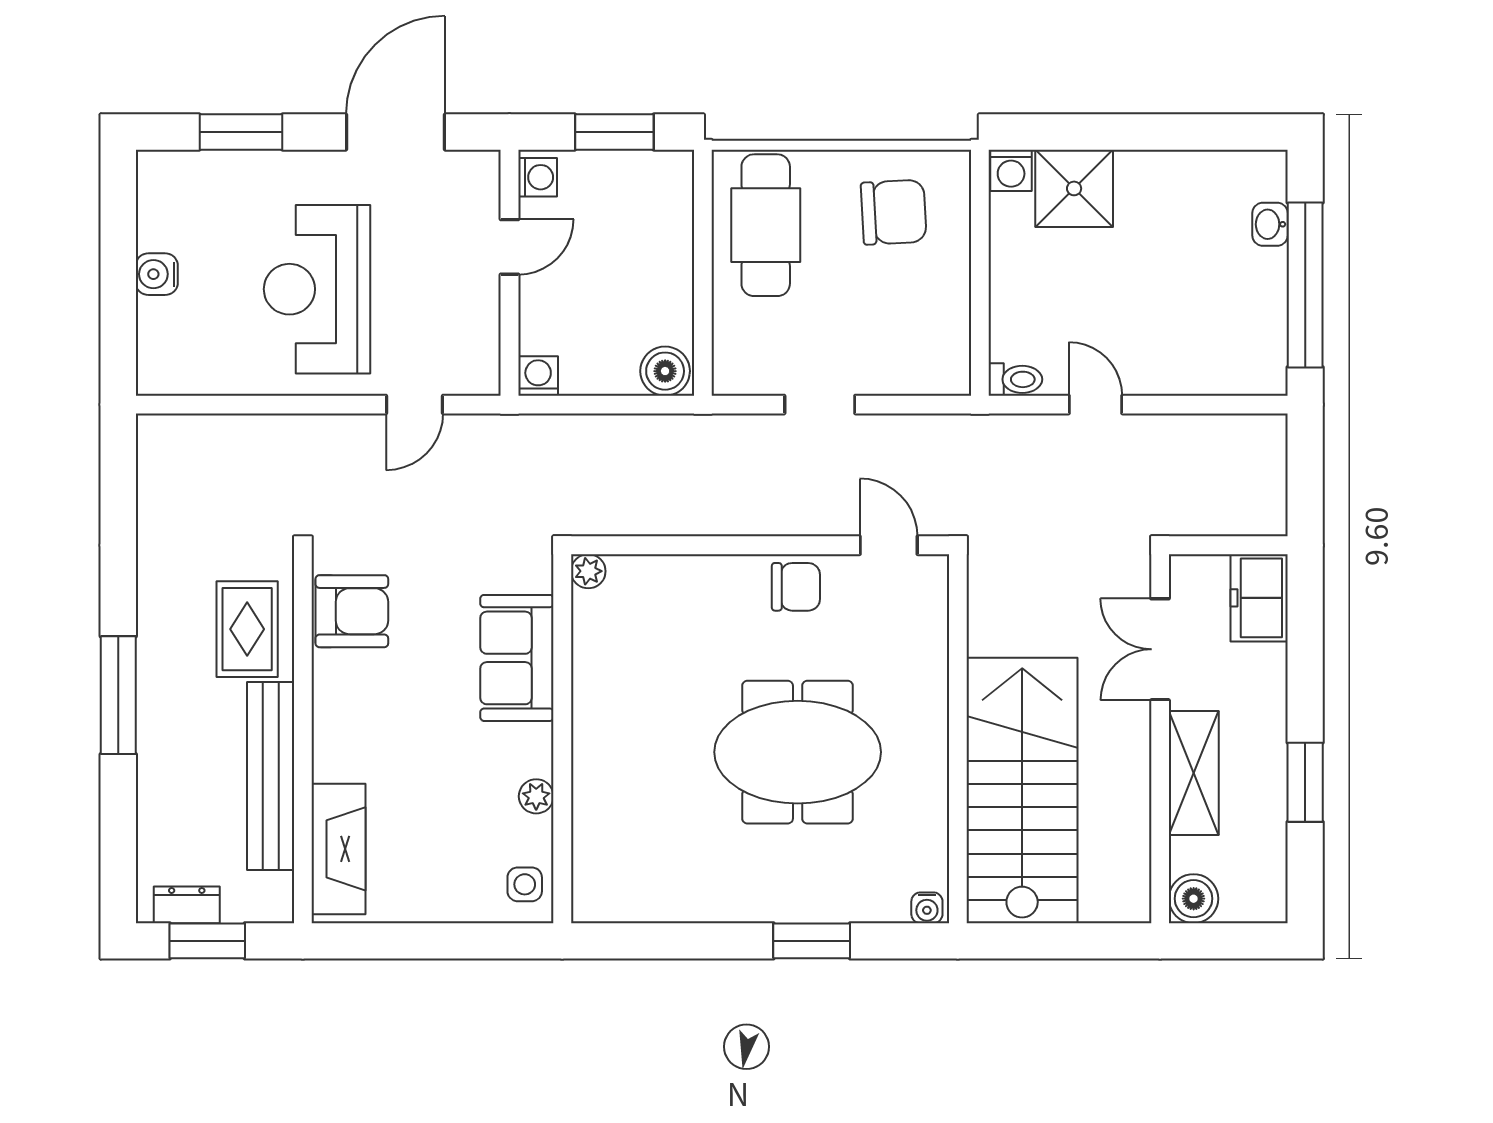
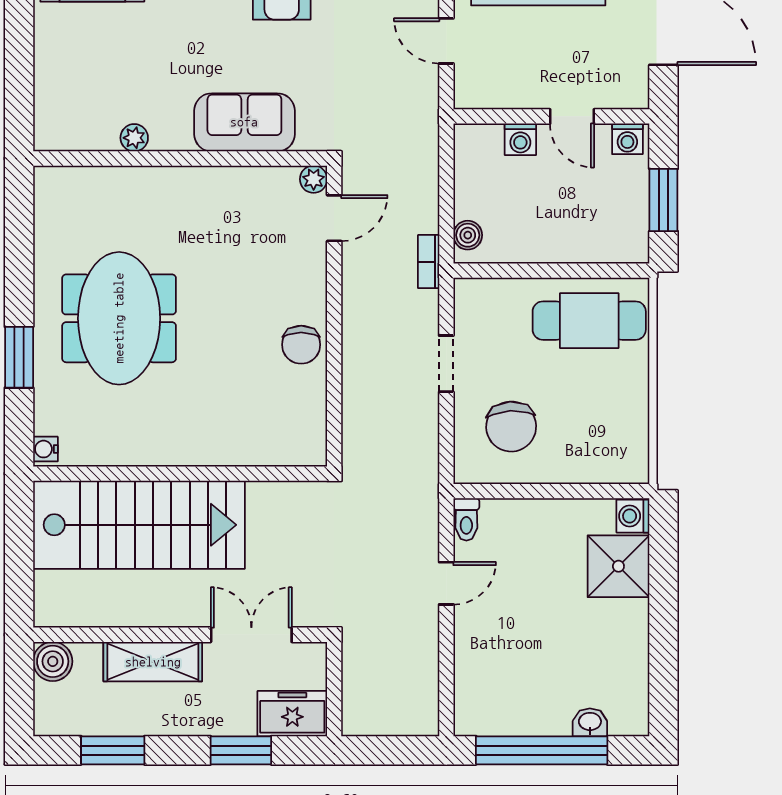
chair: (894, 212) -> (511, 427), moved
boiler: (665, 371) -> (468, 235), width x0.73, depth x0.73
washing machine: (538, 376) -> (520, 139), moved, turned 90
bookcase: (692, 427) -> (429, 262), added
door: (889, 545) -> (334, 218), moved
window: (1305, 662) -> (241, 750), added
meeting table: (798, 752) -> (119, 318), moved
window: (1305, 782) -> (113, 750), moved
side table: (525, 884) -> (64, 129), removed

